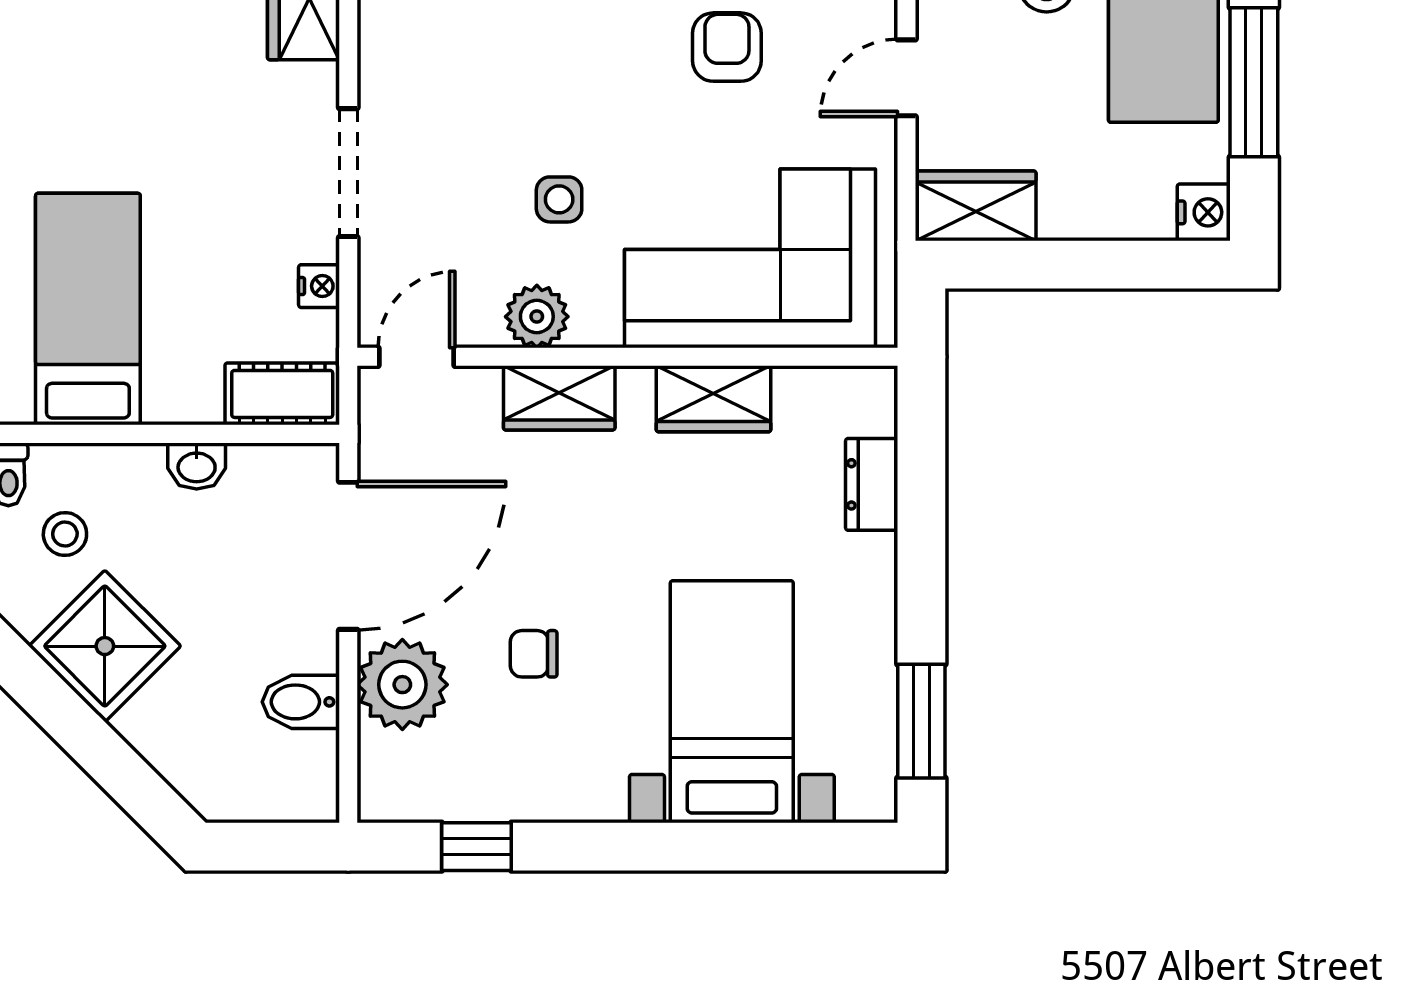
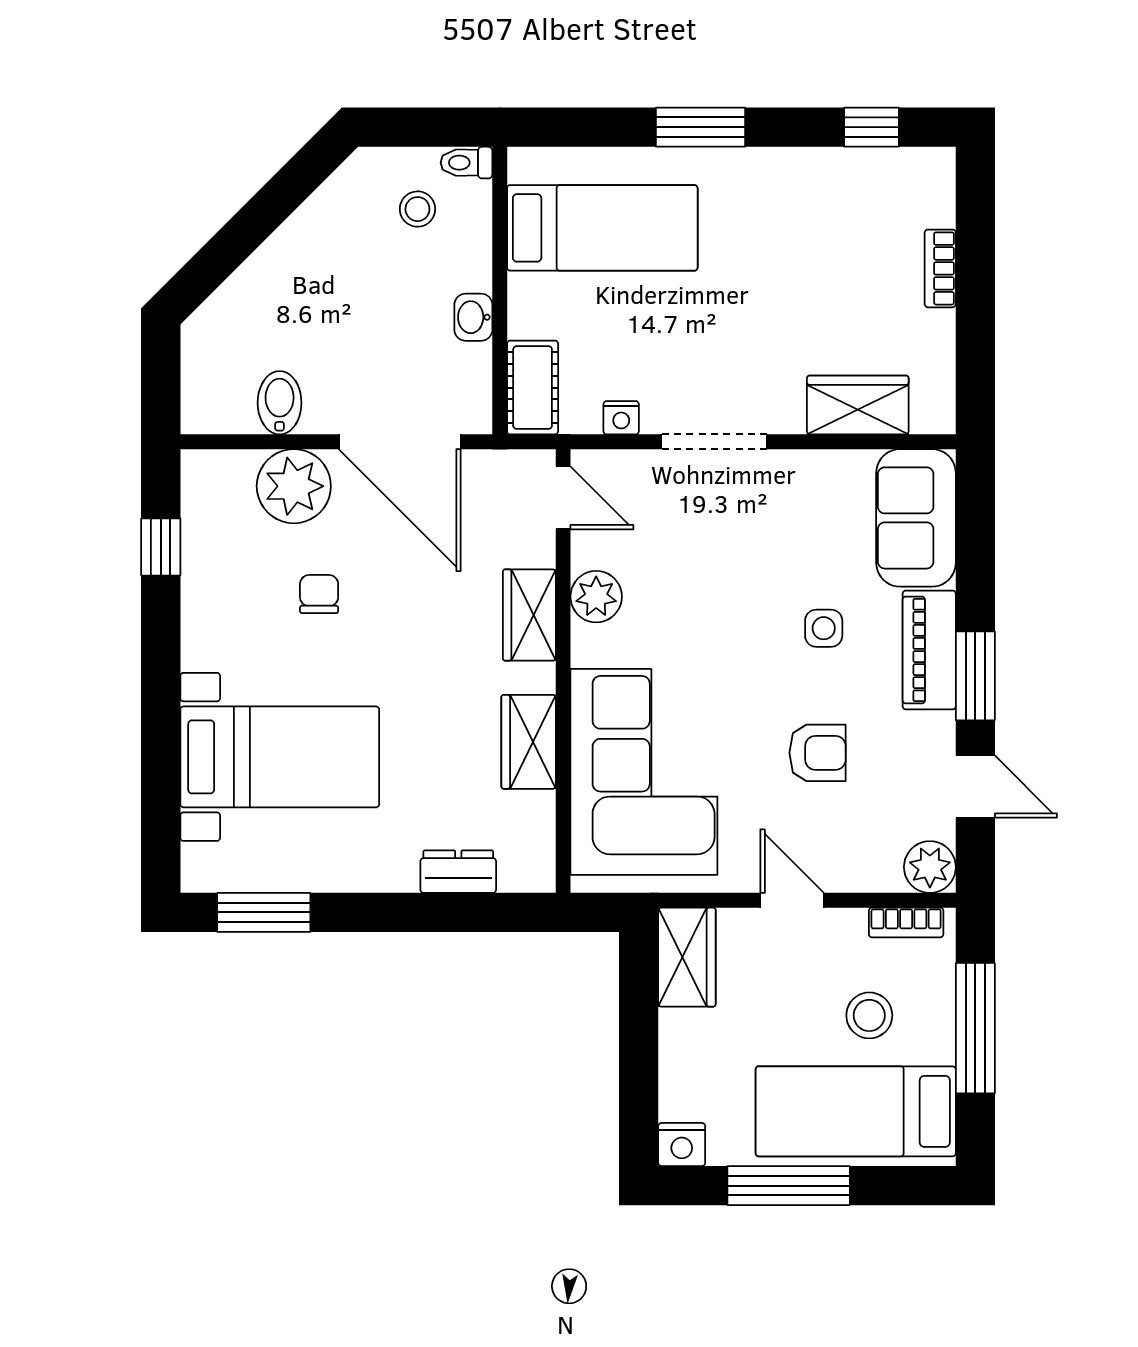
side table: (559, 199) -> (824, 628), moved
shower: (105, 646) -> (325, 242), removed

